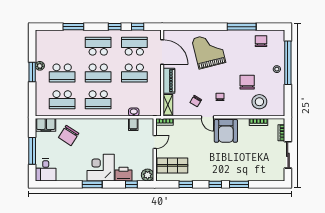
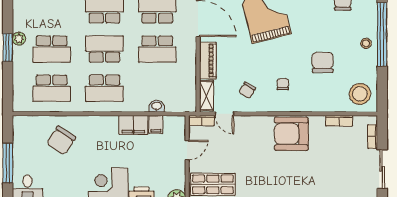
school desk: (98, 73) -> (104, 49), turned 180
stool: (259, 102) -> (360, 94), moved
door: (208, 117) -> (224, 114), moved
filing cabinet: (46, 125) -> (133, 125), moved
armchair: (226, 131) -> (291, 134), turned 90

